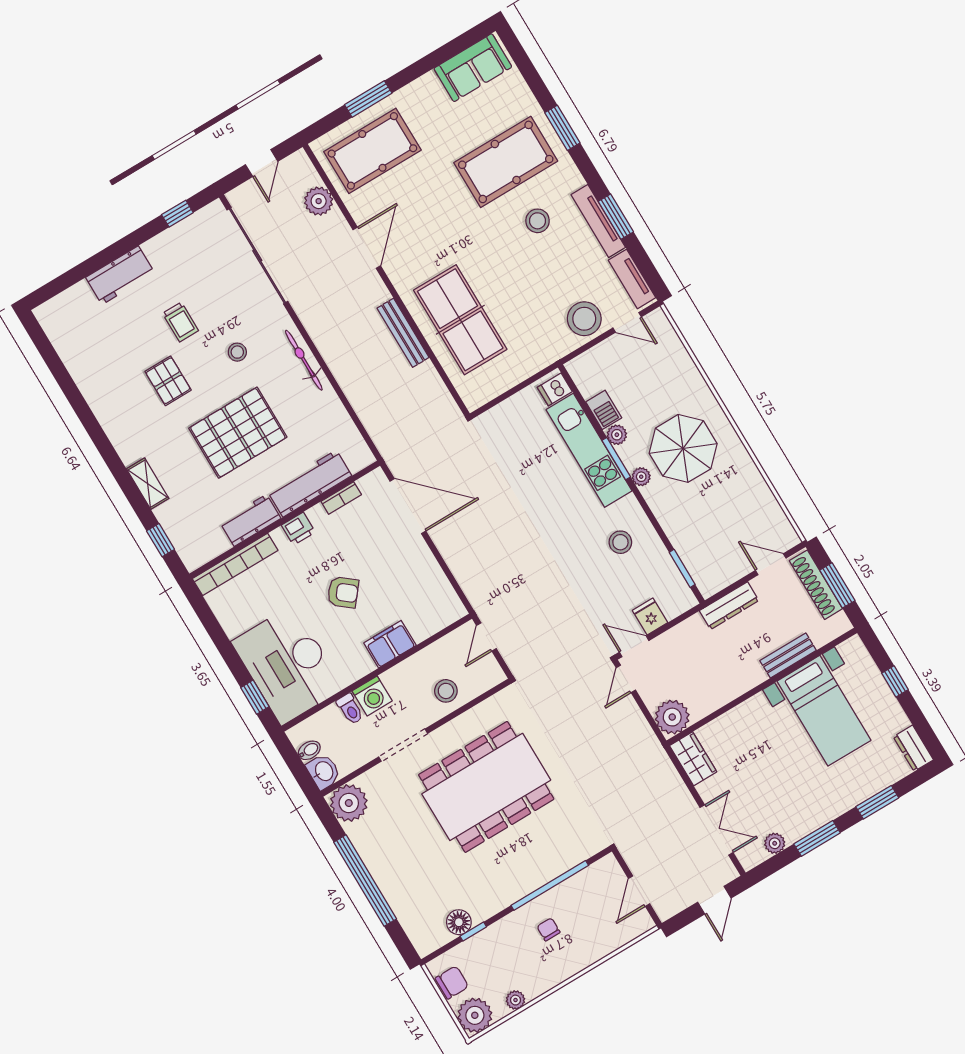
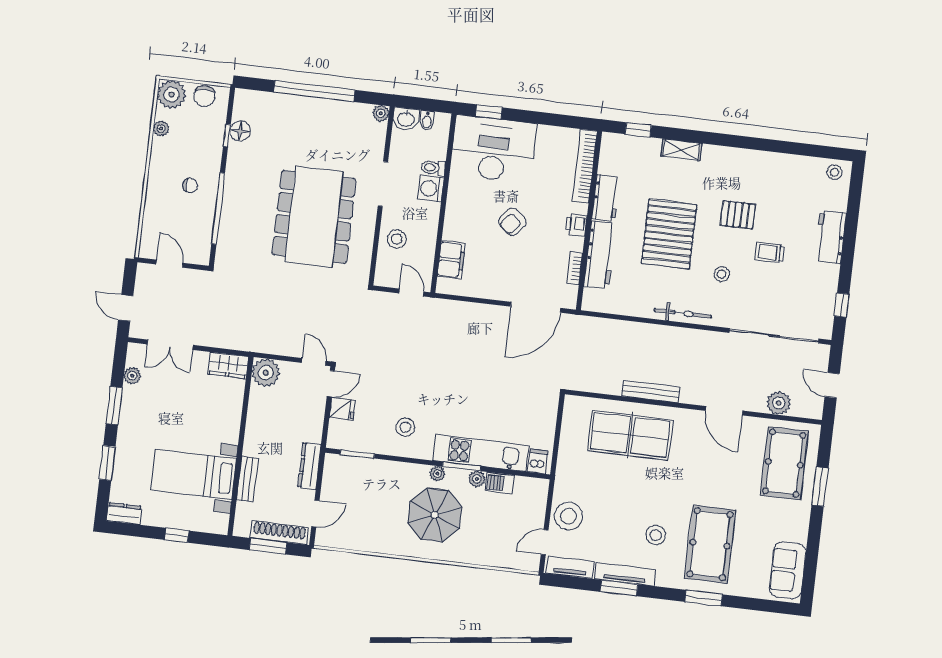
stool: (55, 319) -> (835, 172), added
filing cabinet: (390, 644) -> (451, 260), moved
plant: (349, 803) -> (381, 113), width x0.53, depth x0.53

